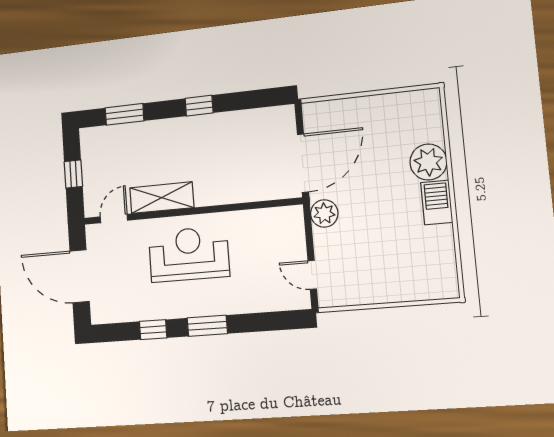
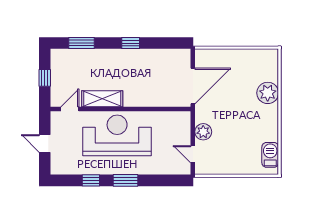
barbecue: (437, 202) -> (270, 155), moved
plant: (324, 213) -> (203, 132), moved
reception desk: (189, 254) -> (117, 135), width x1.36, depth x1.30
door: (80, 276) -> (45, 143), width x0.53

